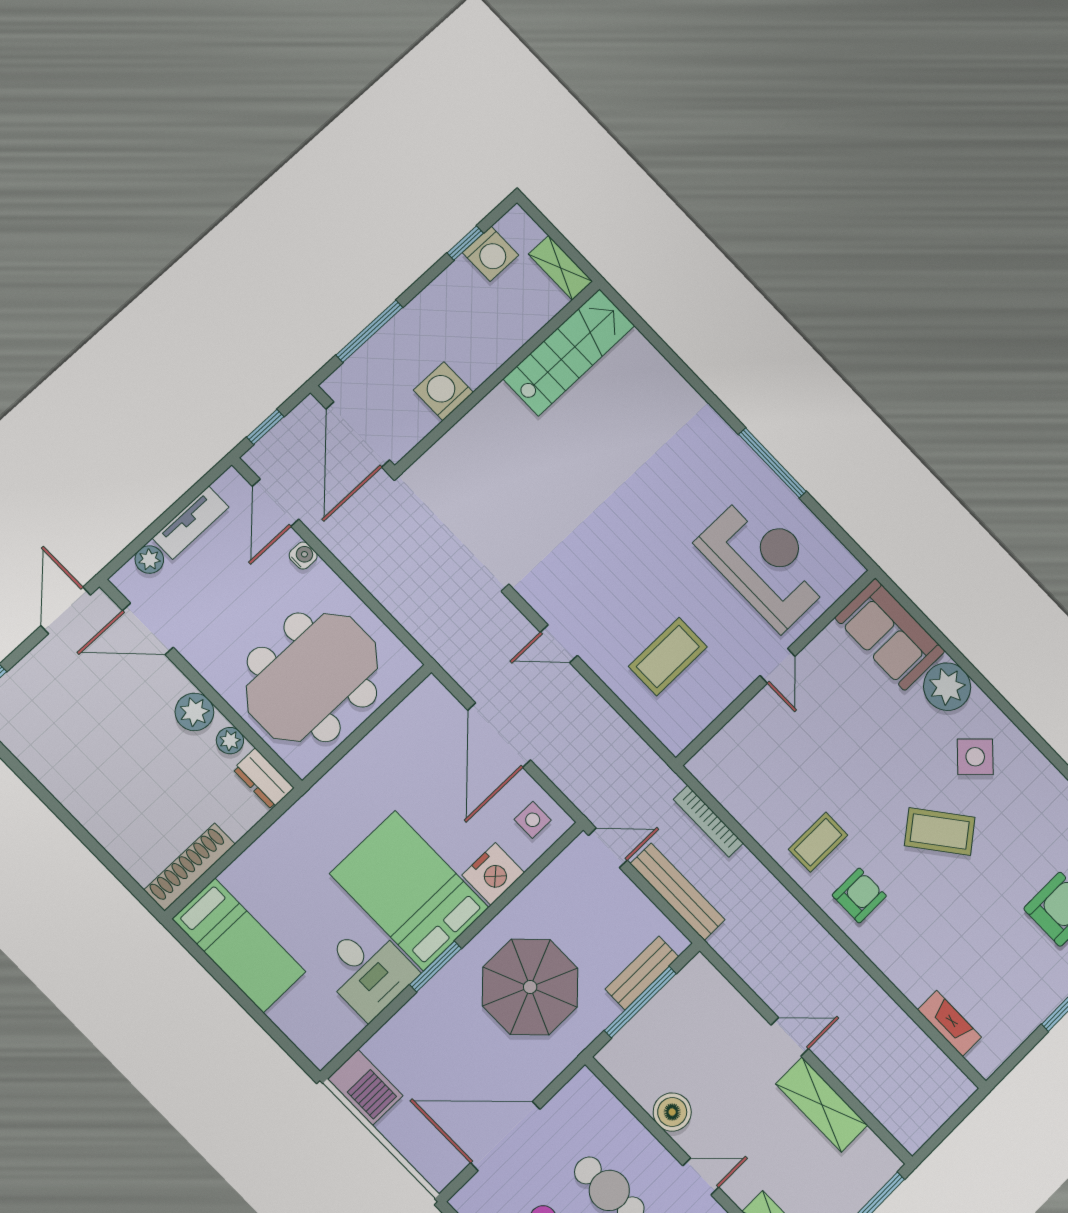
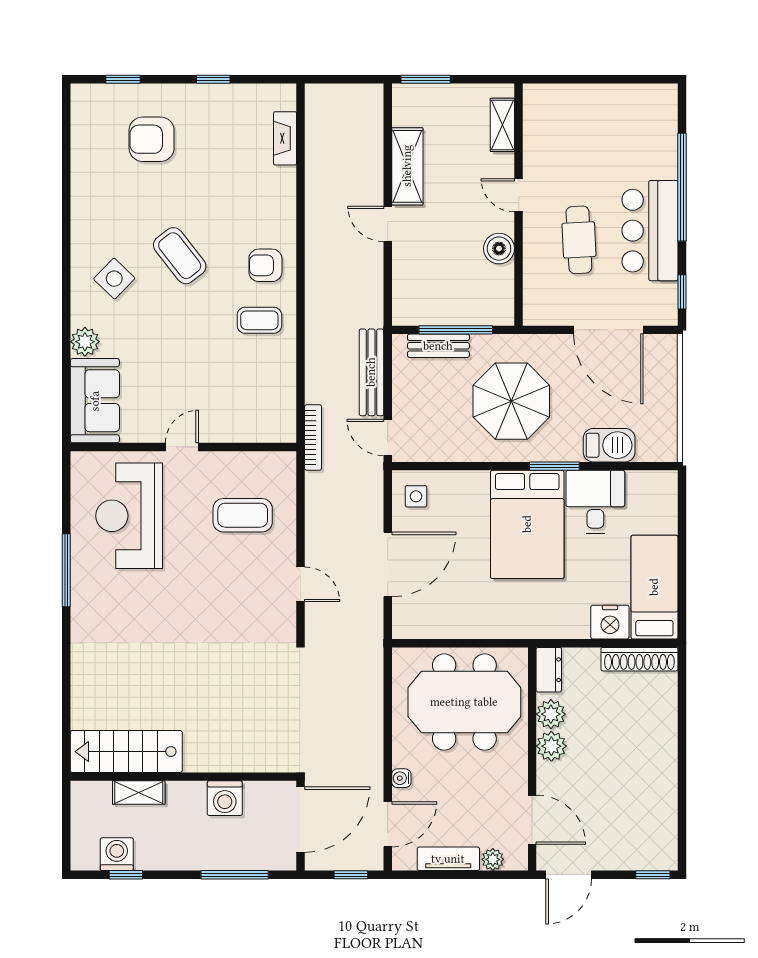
shelving: (560, 268) -> (139, 793), moved, turned 90
plant: (947, 687) -> (85, 342), width x0.73, depth x0.73
plant: (230, 741) -> (551, 714), width x1.38, depth x1.38
bookcase: (708, 821) -> (313, 438), moved
nightstand: (493, 874) -> (610, 622), moved, turned 180
barbecue: (365, 1087) -> (609, 445), moved, turned 90

